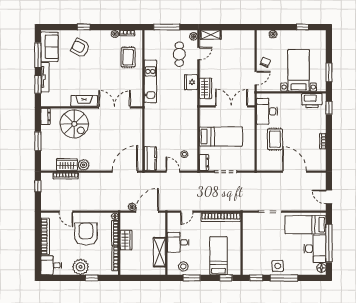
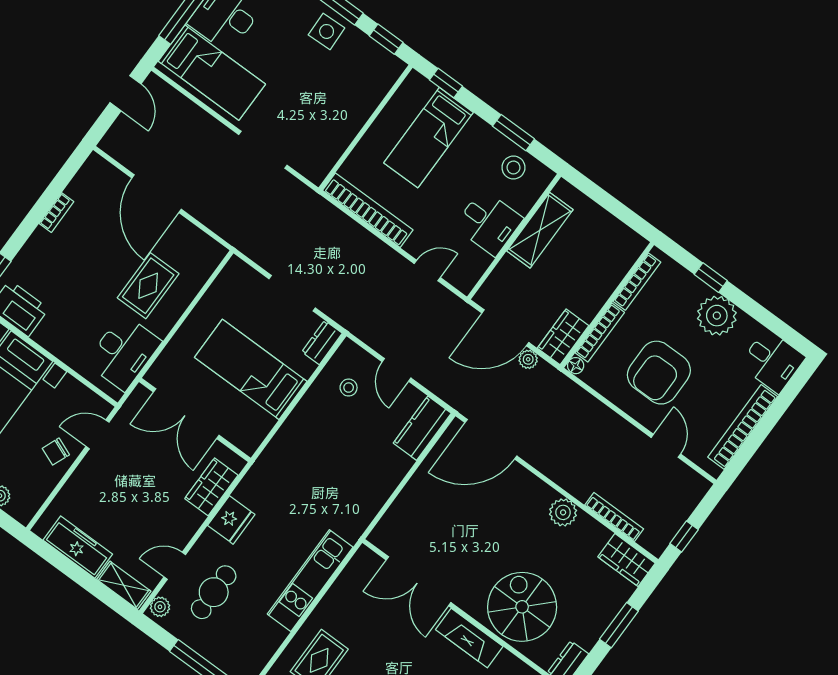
freezer: (235, 36) -> (78, 547), added
wardrobe: (67, 165) -> (627, 560), moved
wardrobe: (126, 240) -> (563, 337), moved

